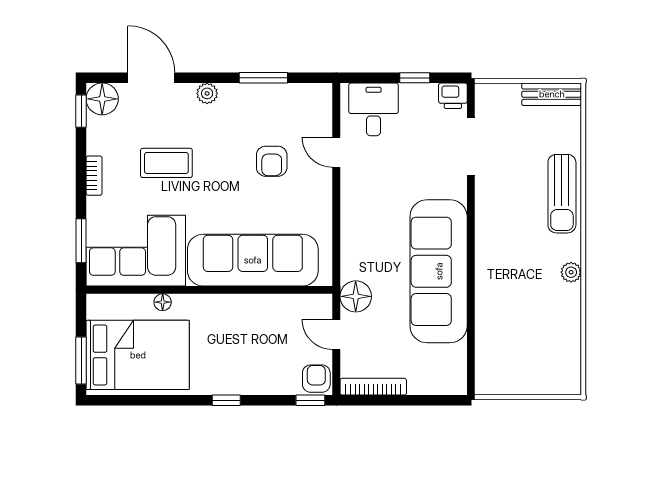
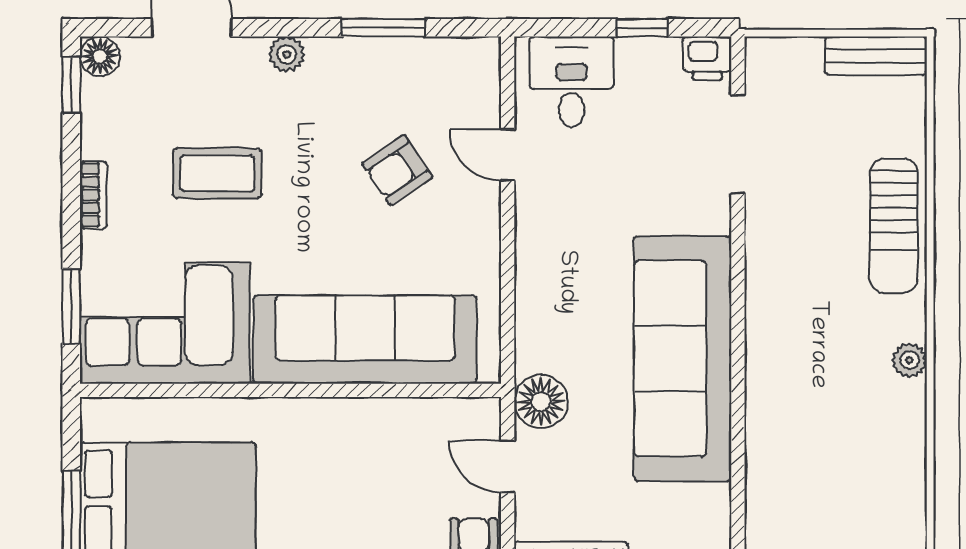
floor lamp: (102, 99) -> (100, 56), width x0.73, depth x0.73
armchair: (272, 161) -> (397, 170), turned 56
floor lamp: (163, 302) -> (211, 411), removed

